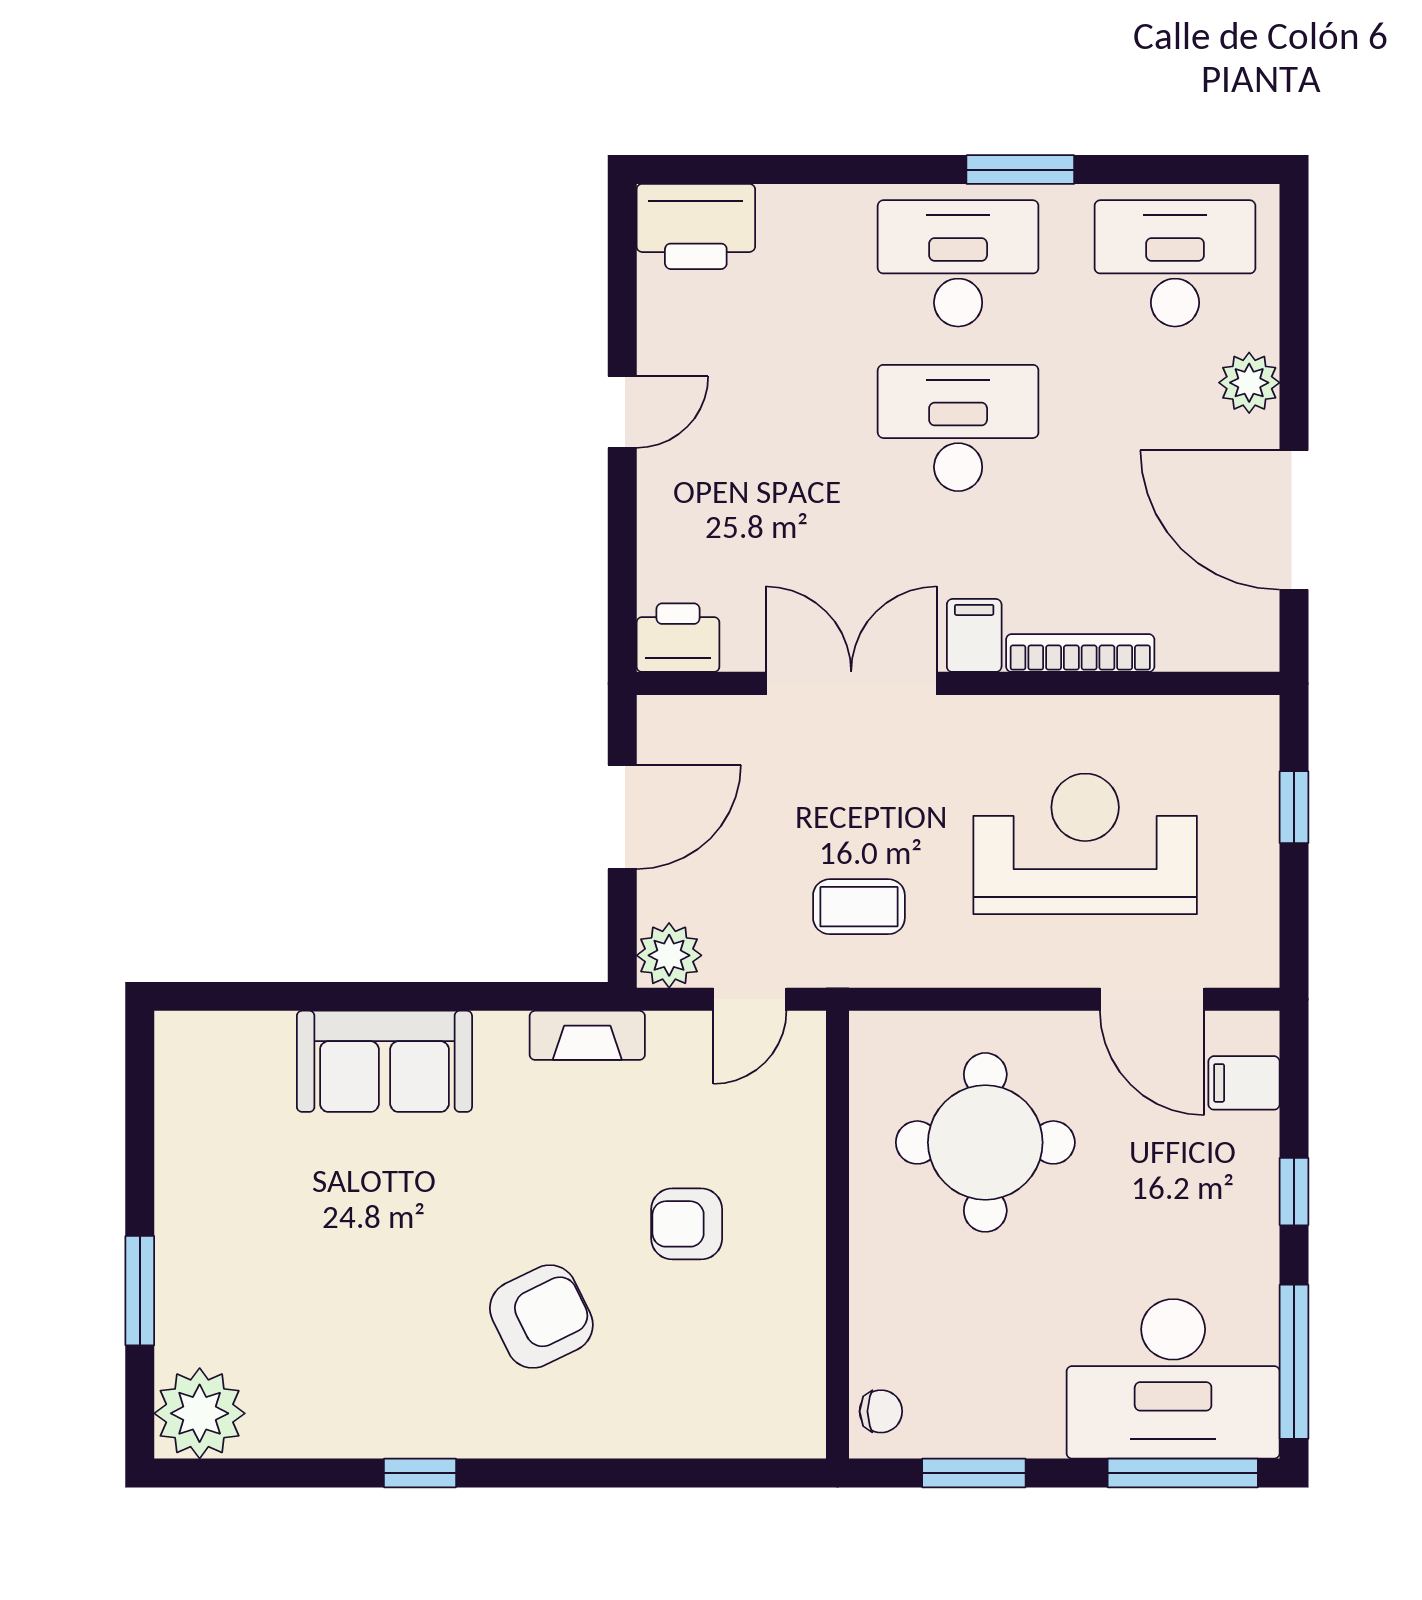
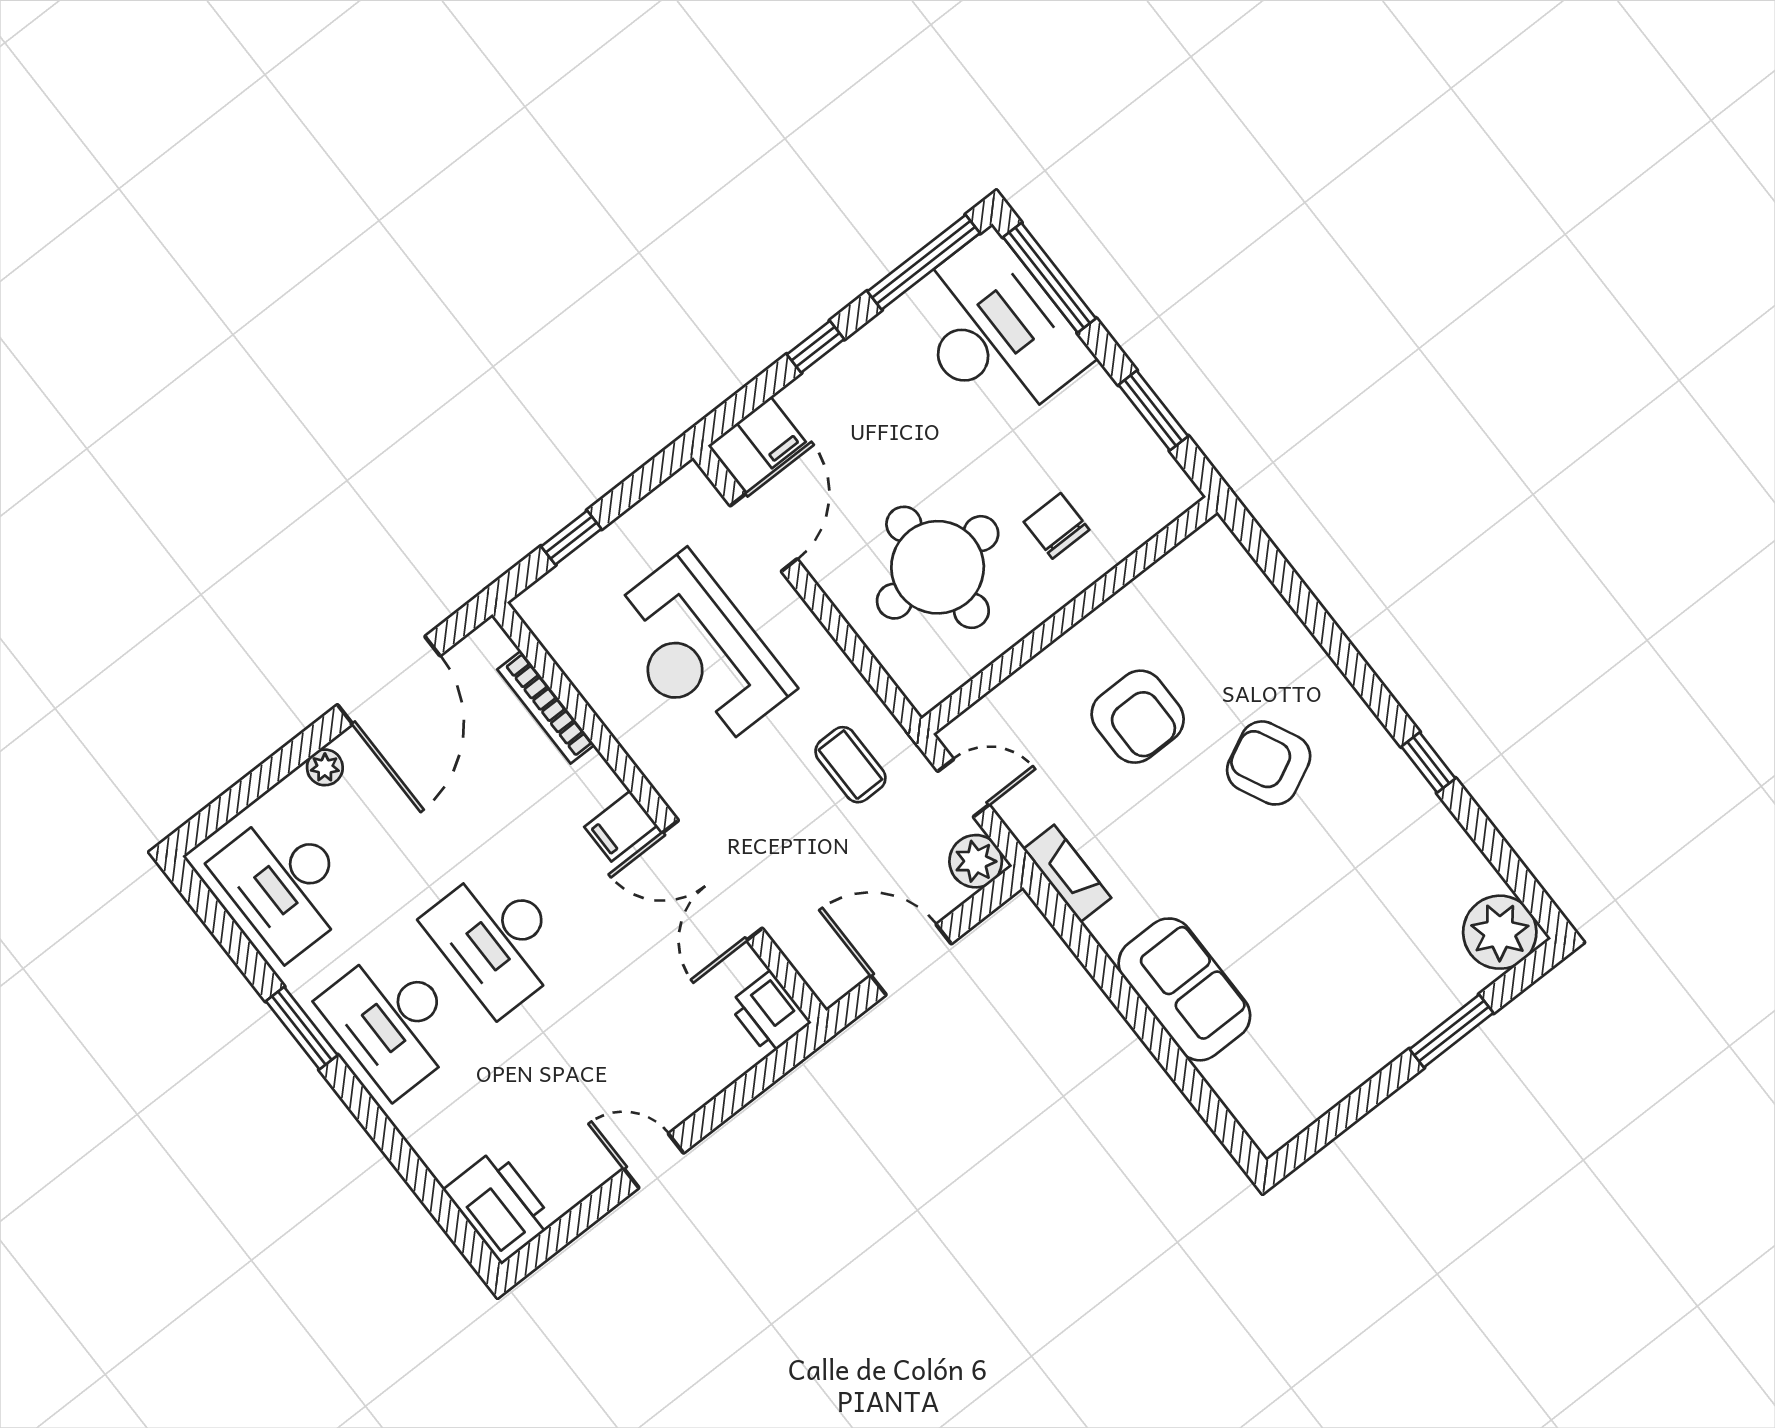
plant: (1249, 383) -> (325, 767), width x0.73, depth x0.73
bookcase: (1080, 653) -> (546, 707), moved
armchair: (687, 1224) -> (1138, 717), width x1.38, depth x1.38
chair: (881, 1411) -> (1057, 526), moved, width x1.37, depth x1.37

